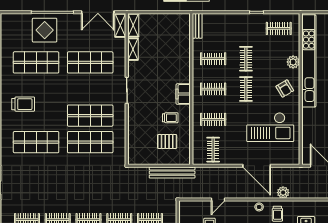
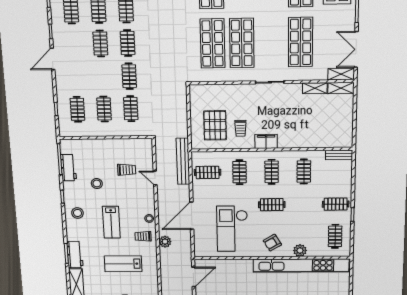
clothes rail: (246, 59) -> (336, 204), moved
pallet: (167, 141) -> (215, 125), width x1.50, depth x1.42
bench: (172, 173) -> (183, 161), moved

